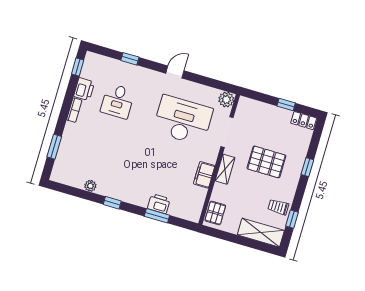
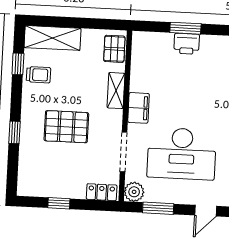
window: (211, 83) -> (158, 208), added
locker: (304, 121) -> (102, 192), moved
shelving: (225, 169) -> (116, 91), moved
filing cabinet: (204, 175) -> (138, 108), moved

